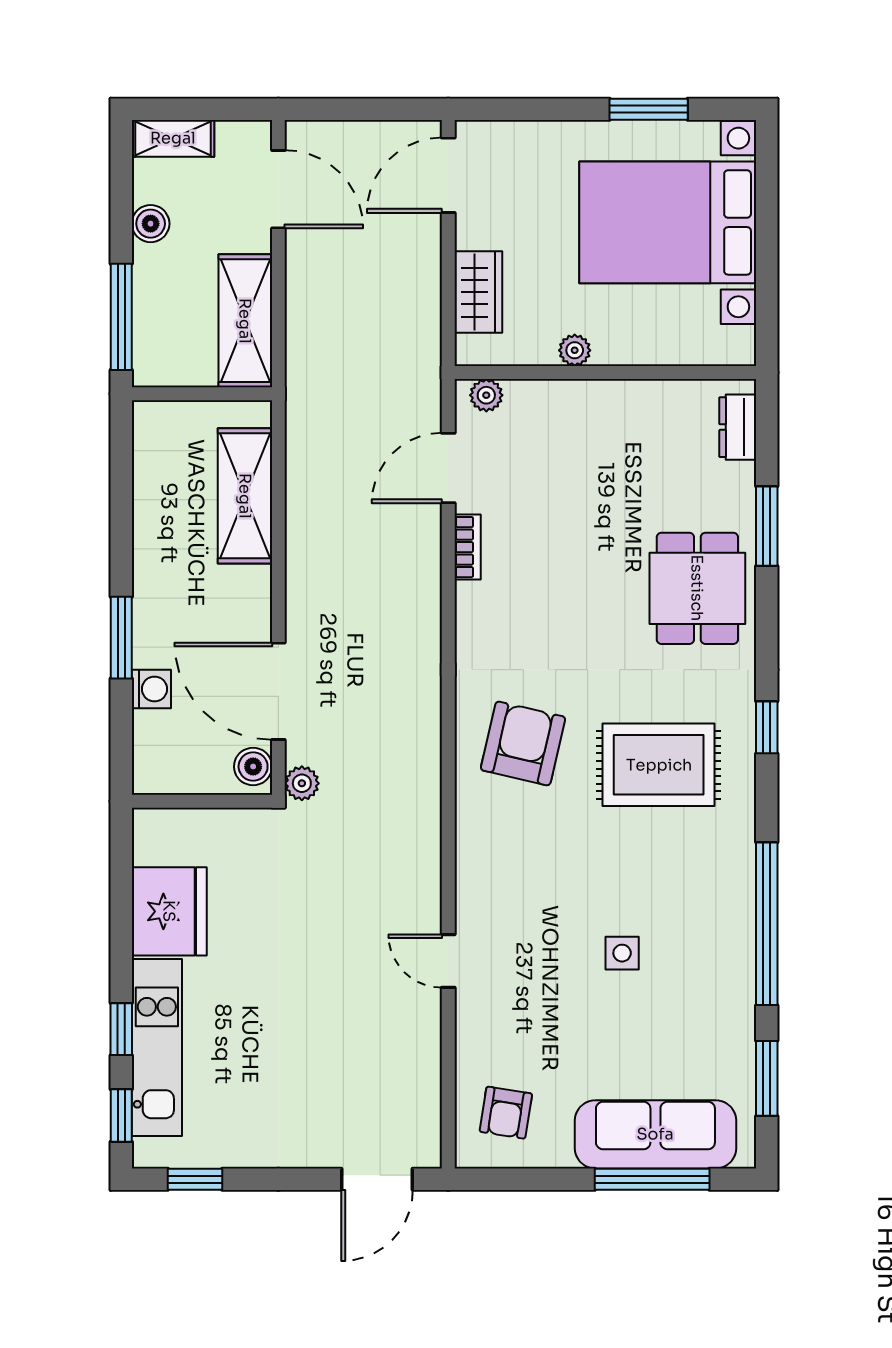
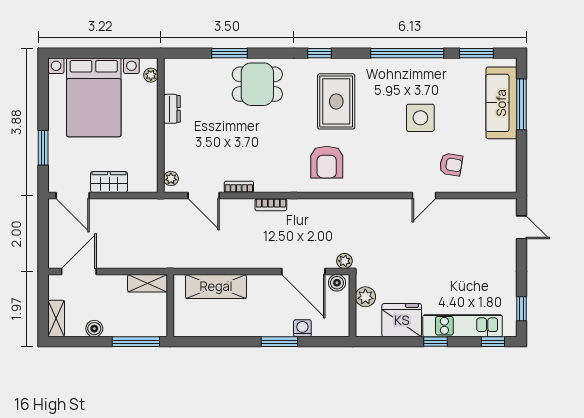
window: (649, 109) -> (43, 148), moved
wardrobe: (478, 292) -> (109, 182), moved
shelving: (245, 321) -> (148, 283), width x0.67, depth x0.75
plant: (575, 350) -> (151, 75), moved
dresser: (738, 427) -> (172, 109), moved, turned -90
bookcase: (428, 619) -> (271, 205), added
door: (278, 691) -> (303, 271), hinge flipped
armchair: (523, 743) -> (327, 162), turned -103
plant: (222, 830) -> (365, 297), added
side table: (622, 953) -> (420, 118), width x1.87, depth x1.87
window: (121, 1029) -> (436, 342), moved
armchair: (506, 1113) -> (451, 164), moved
door: (377, 1179) -> (521, 227), width x0.73

